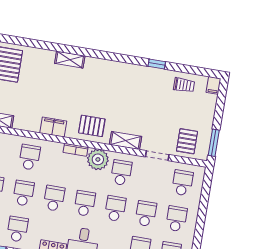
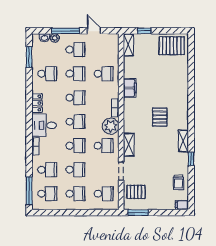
shelving: (70, 60) -> (183, 141), moved
pallet: (92, 126) -> (160, 117), moved

